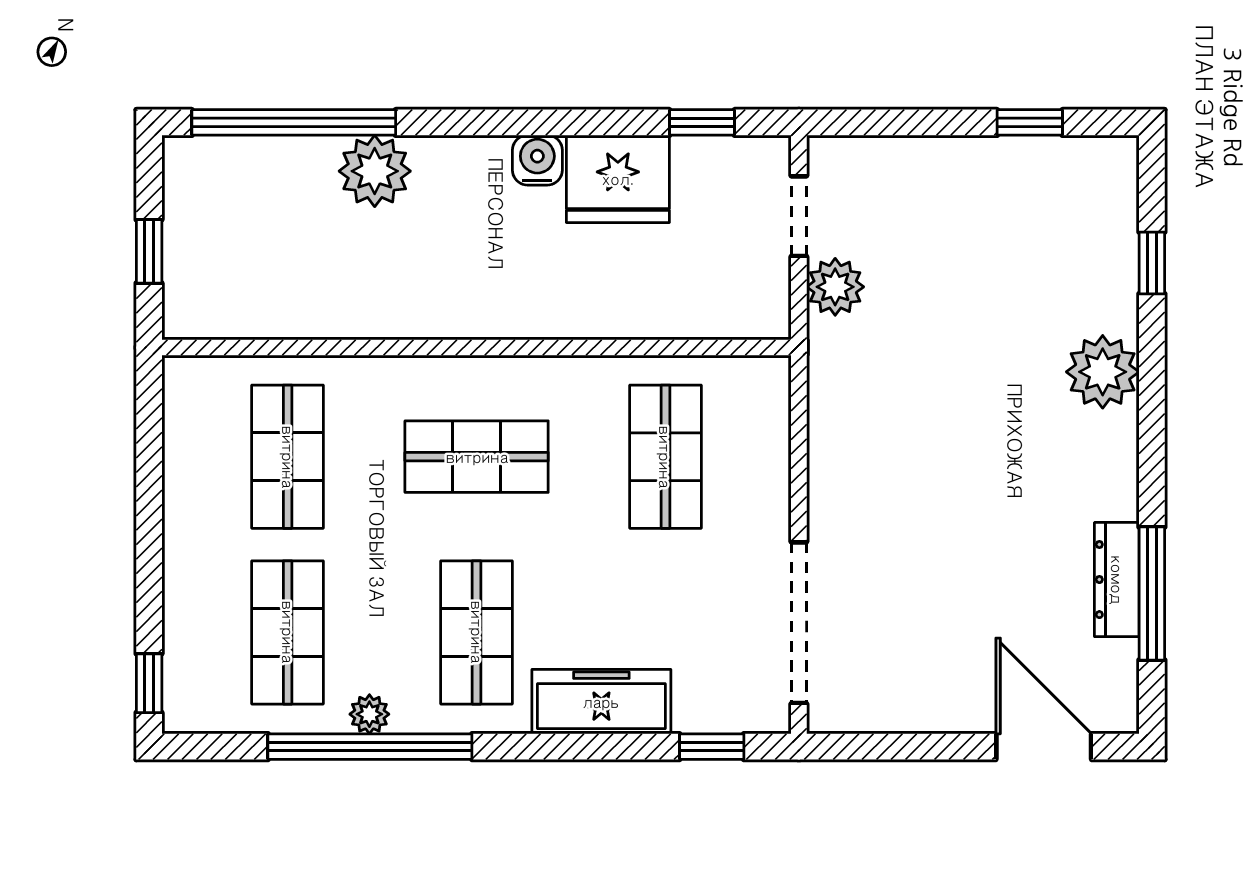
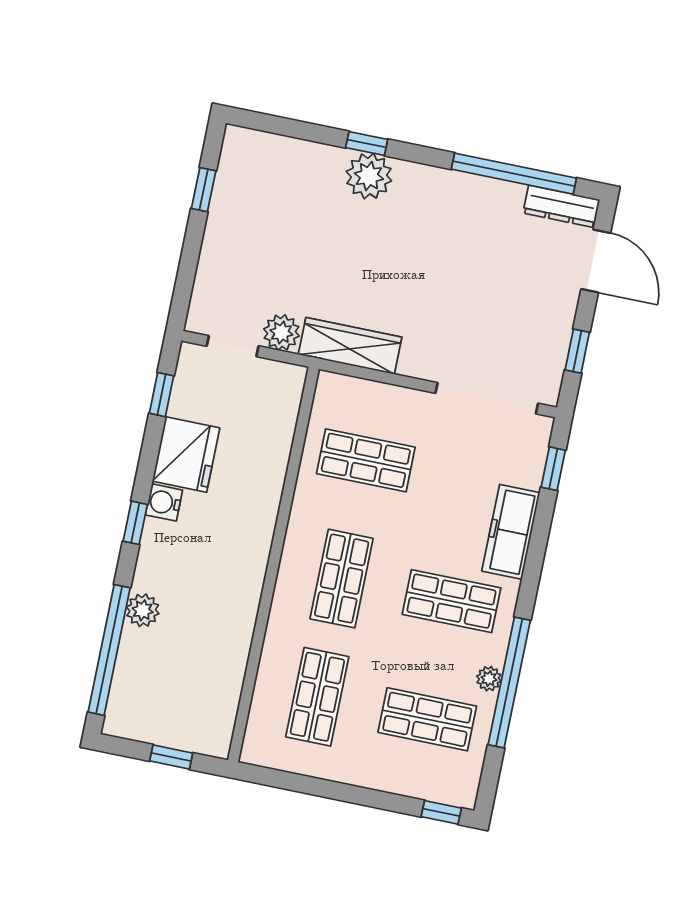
window: (497, 122) -> (135, 523), added
plant: (375, 171) -> (143, 610), width x0.73, depth x0.73
window: (1152, 263) -> (367, 144), moved
wardrobe: (836, 396) -> (350, 346), added
shop shelf: (288, 457) -> (317, 697), turned 90
dresser: (1117, 580) -> (561, 206), moved
window: (1152, 593) -> (514, 174), width x1.46
window: (900, 747) -> (577, 351), added
door: (1044, 747) -> (596, 261), swing flipped

